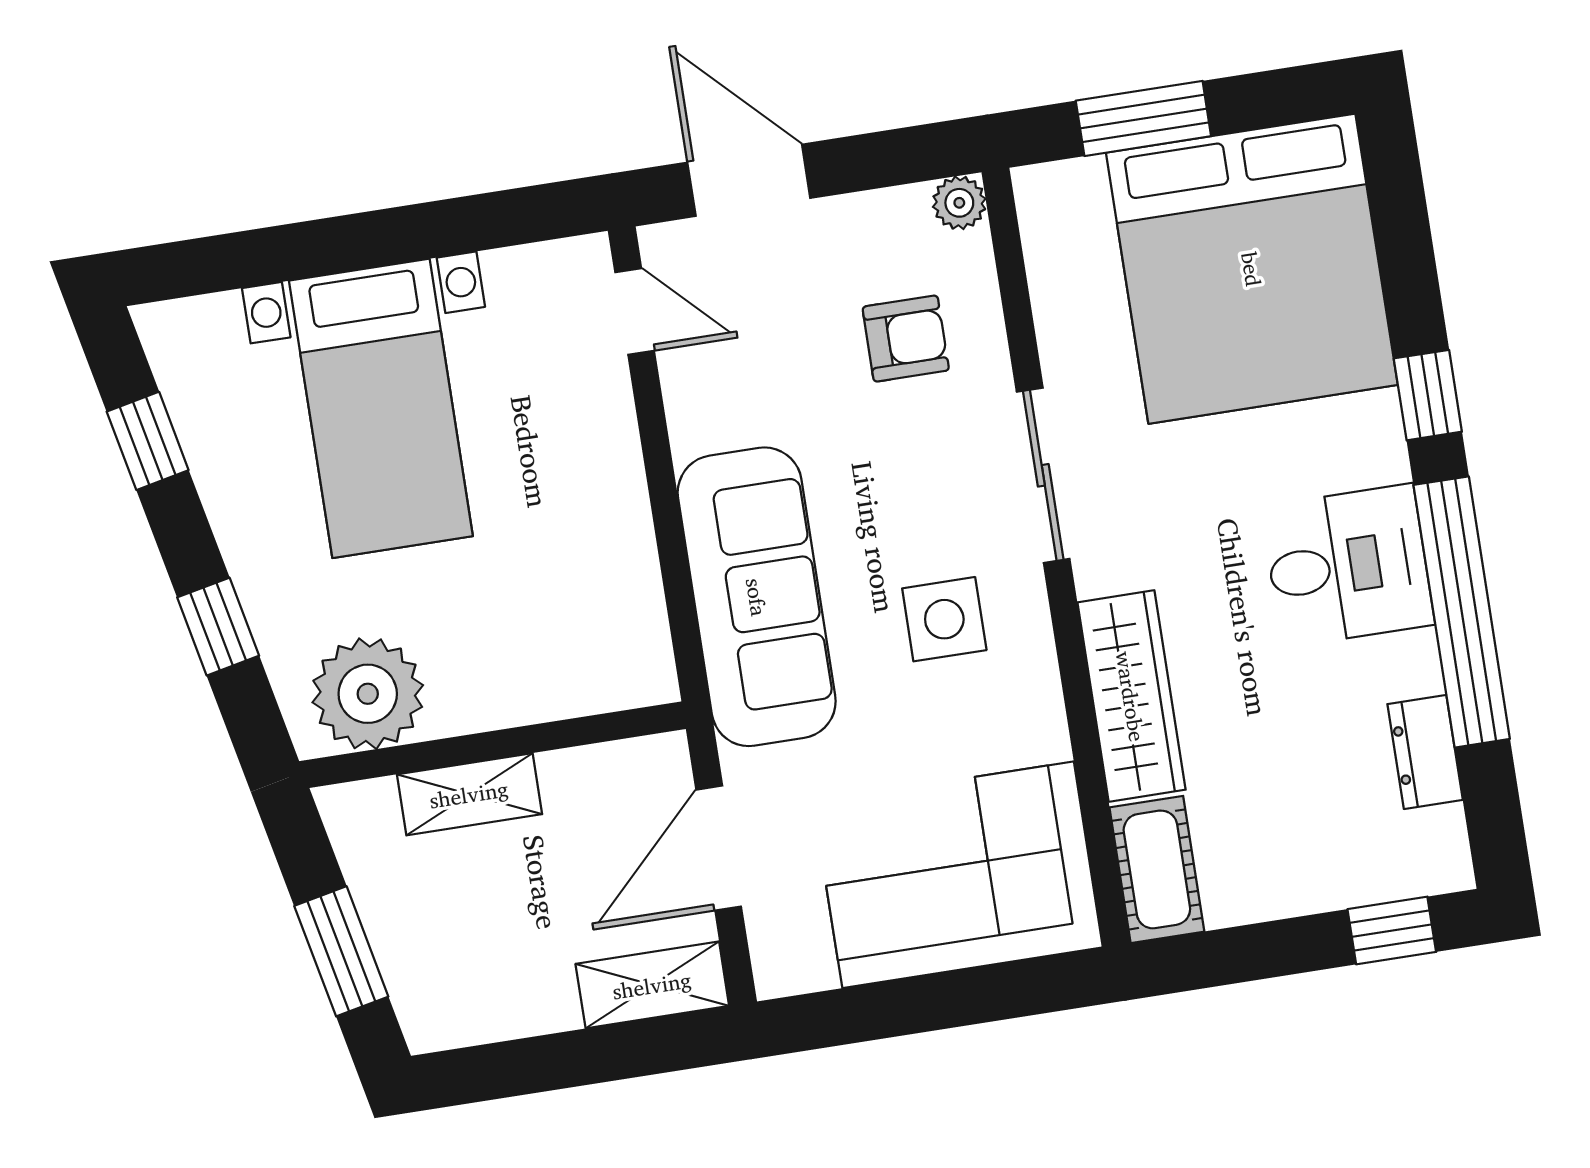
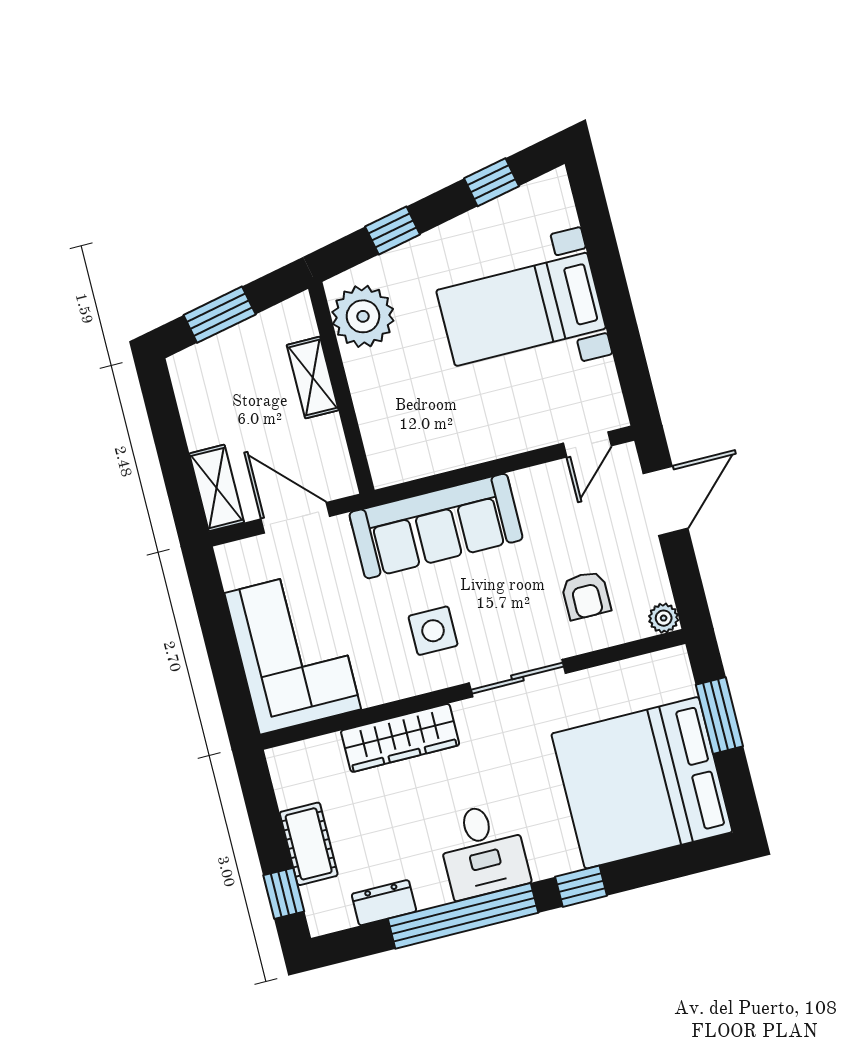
cot: (1157, 869) -> (309, 844), moved, turned 90

